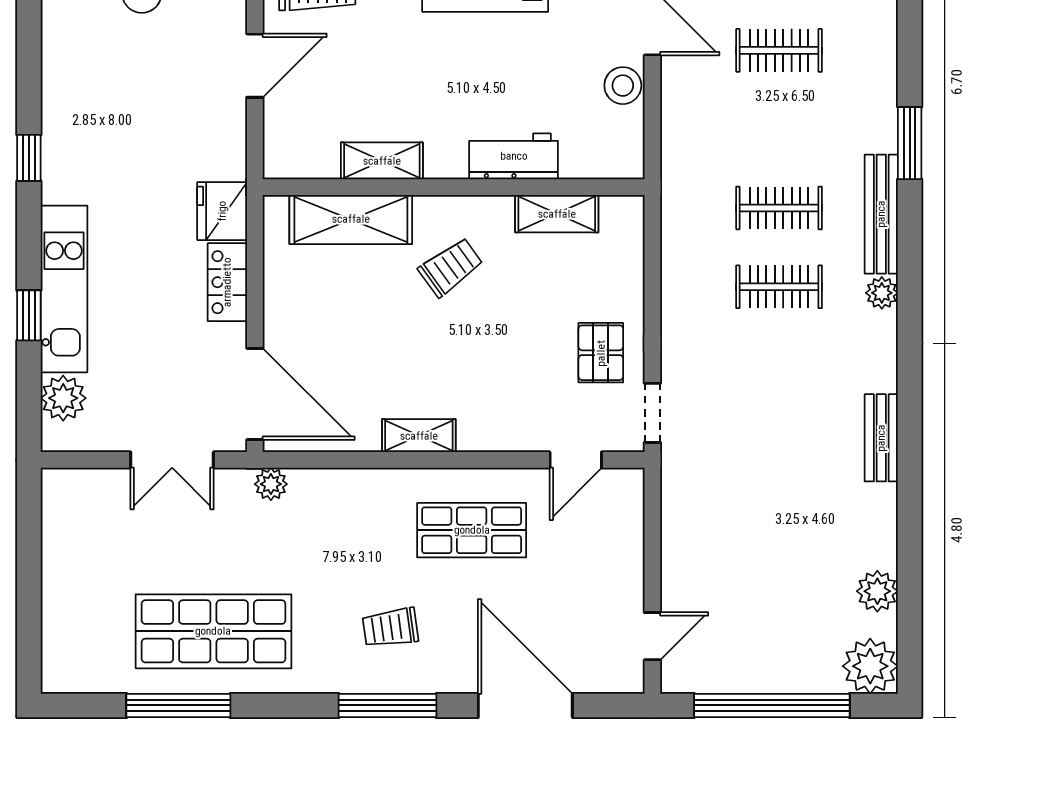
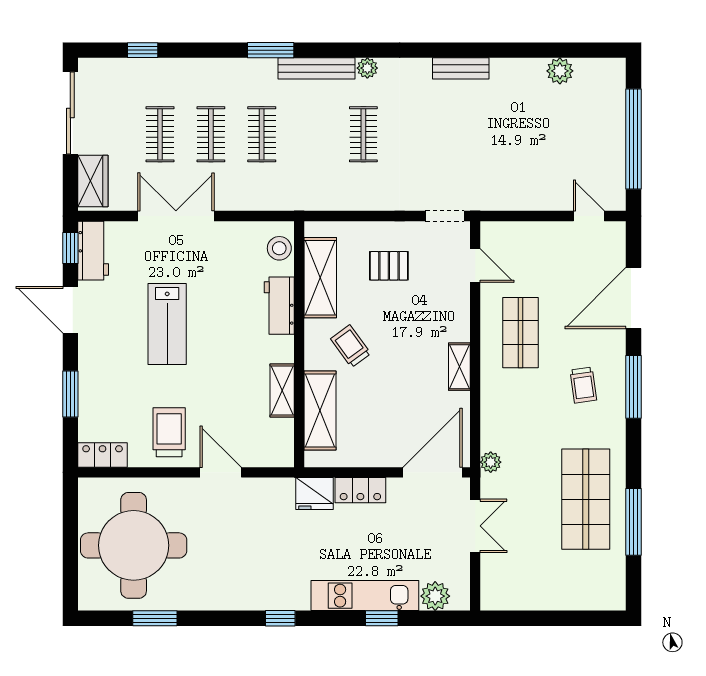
stool: (623, 86) -> (279, 248), moved
clothes rail: (779, 208) -> (262, 134), moved
shelving: (557, 214) -> (320, 278), width x1.50, depth x1.33
pallet: (601, 353) -> (389, 266), moved
plant: (870, 666) -> (608, 75), removed

